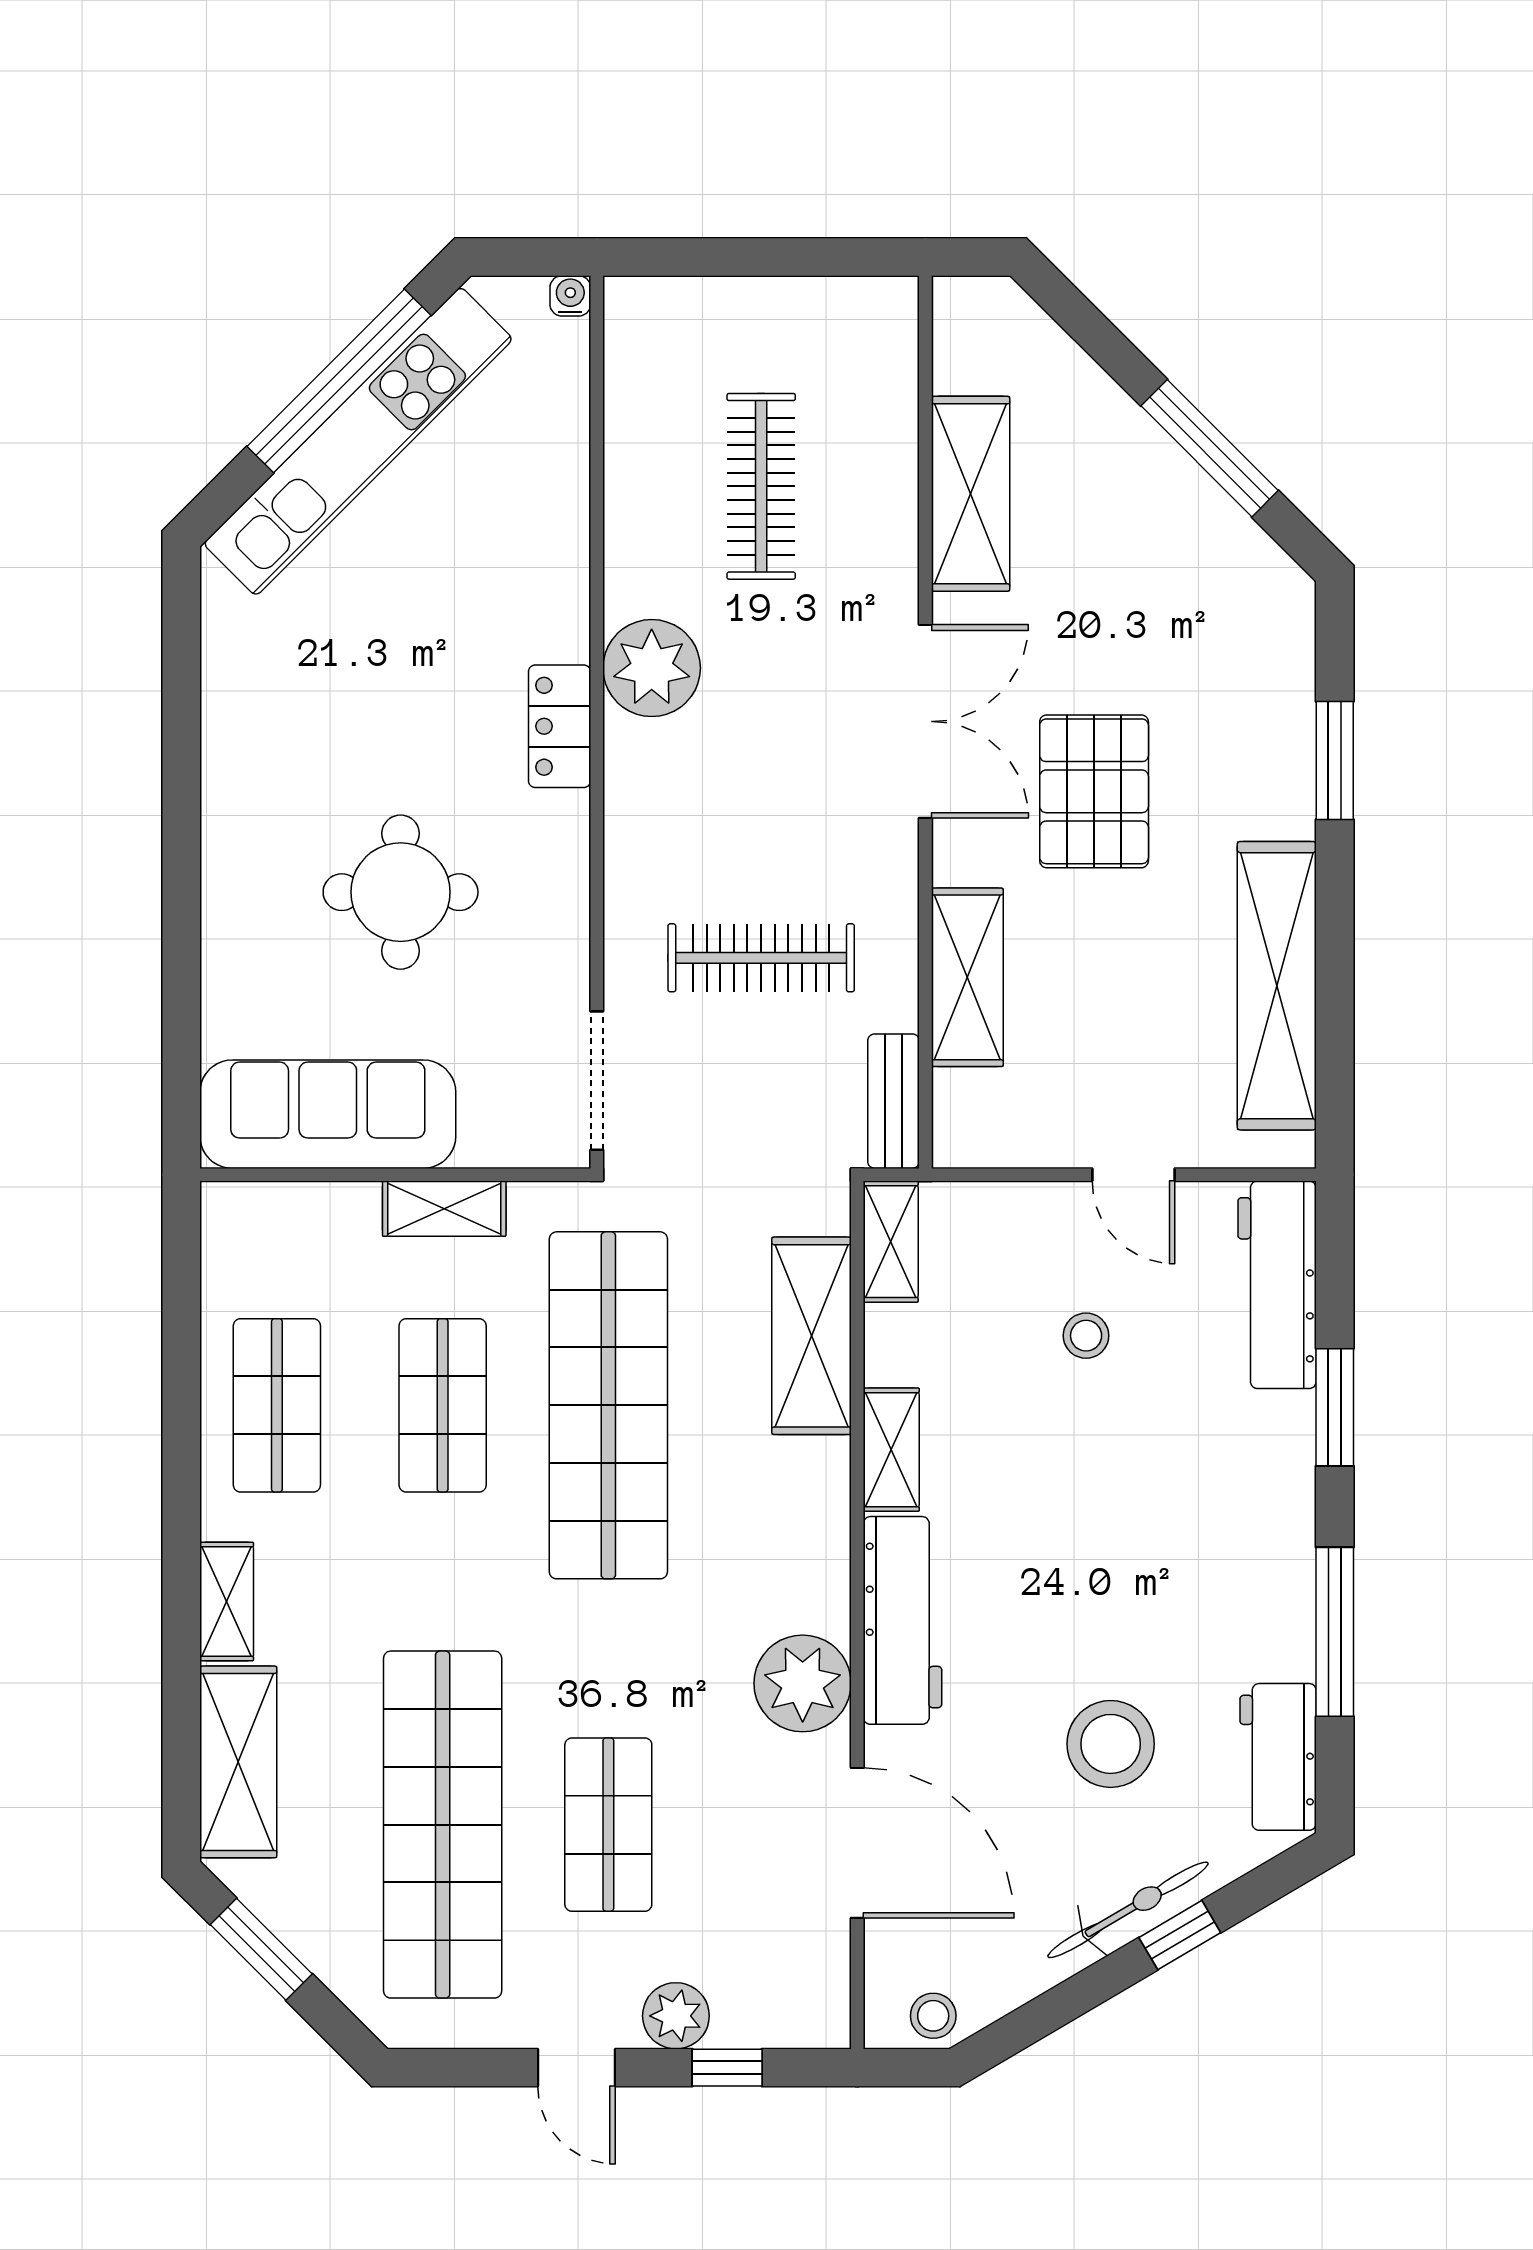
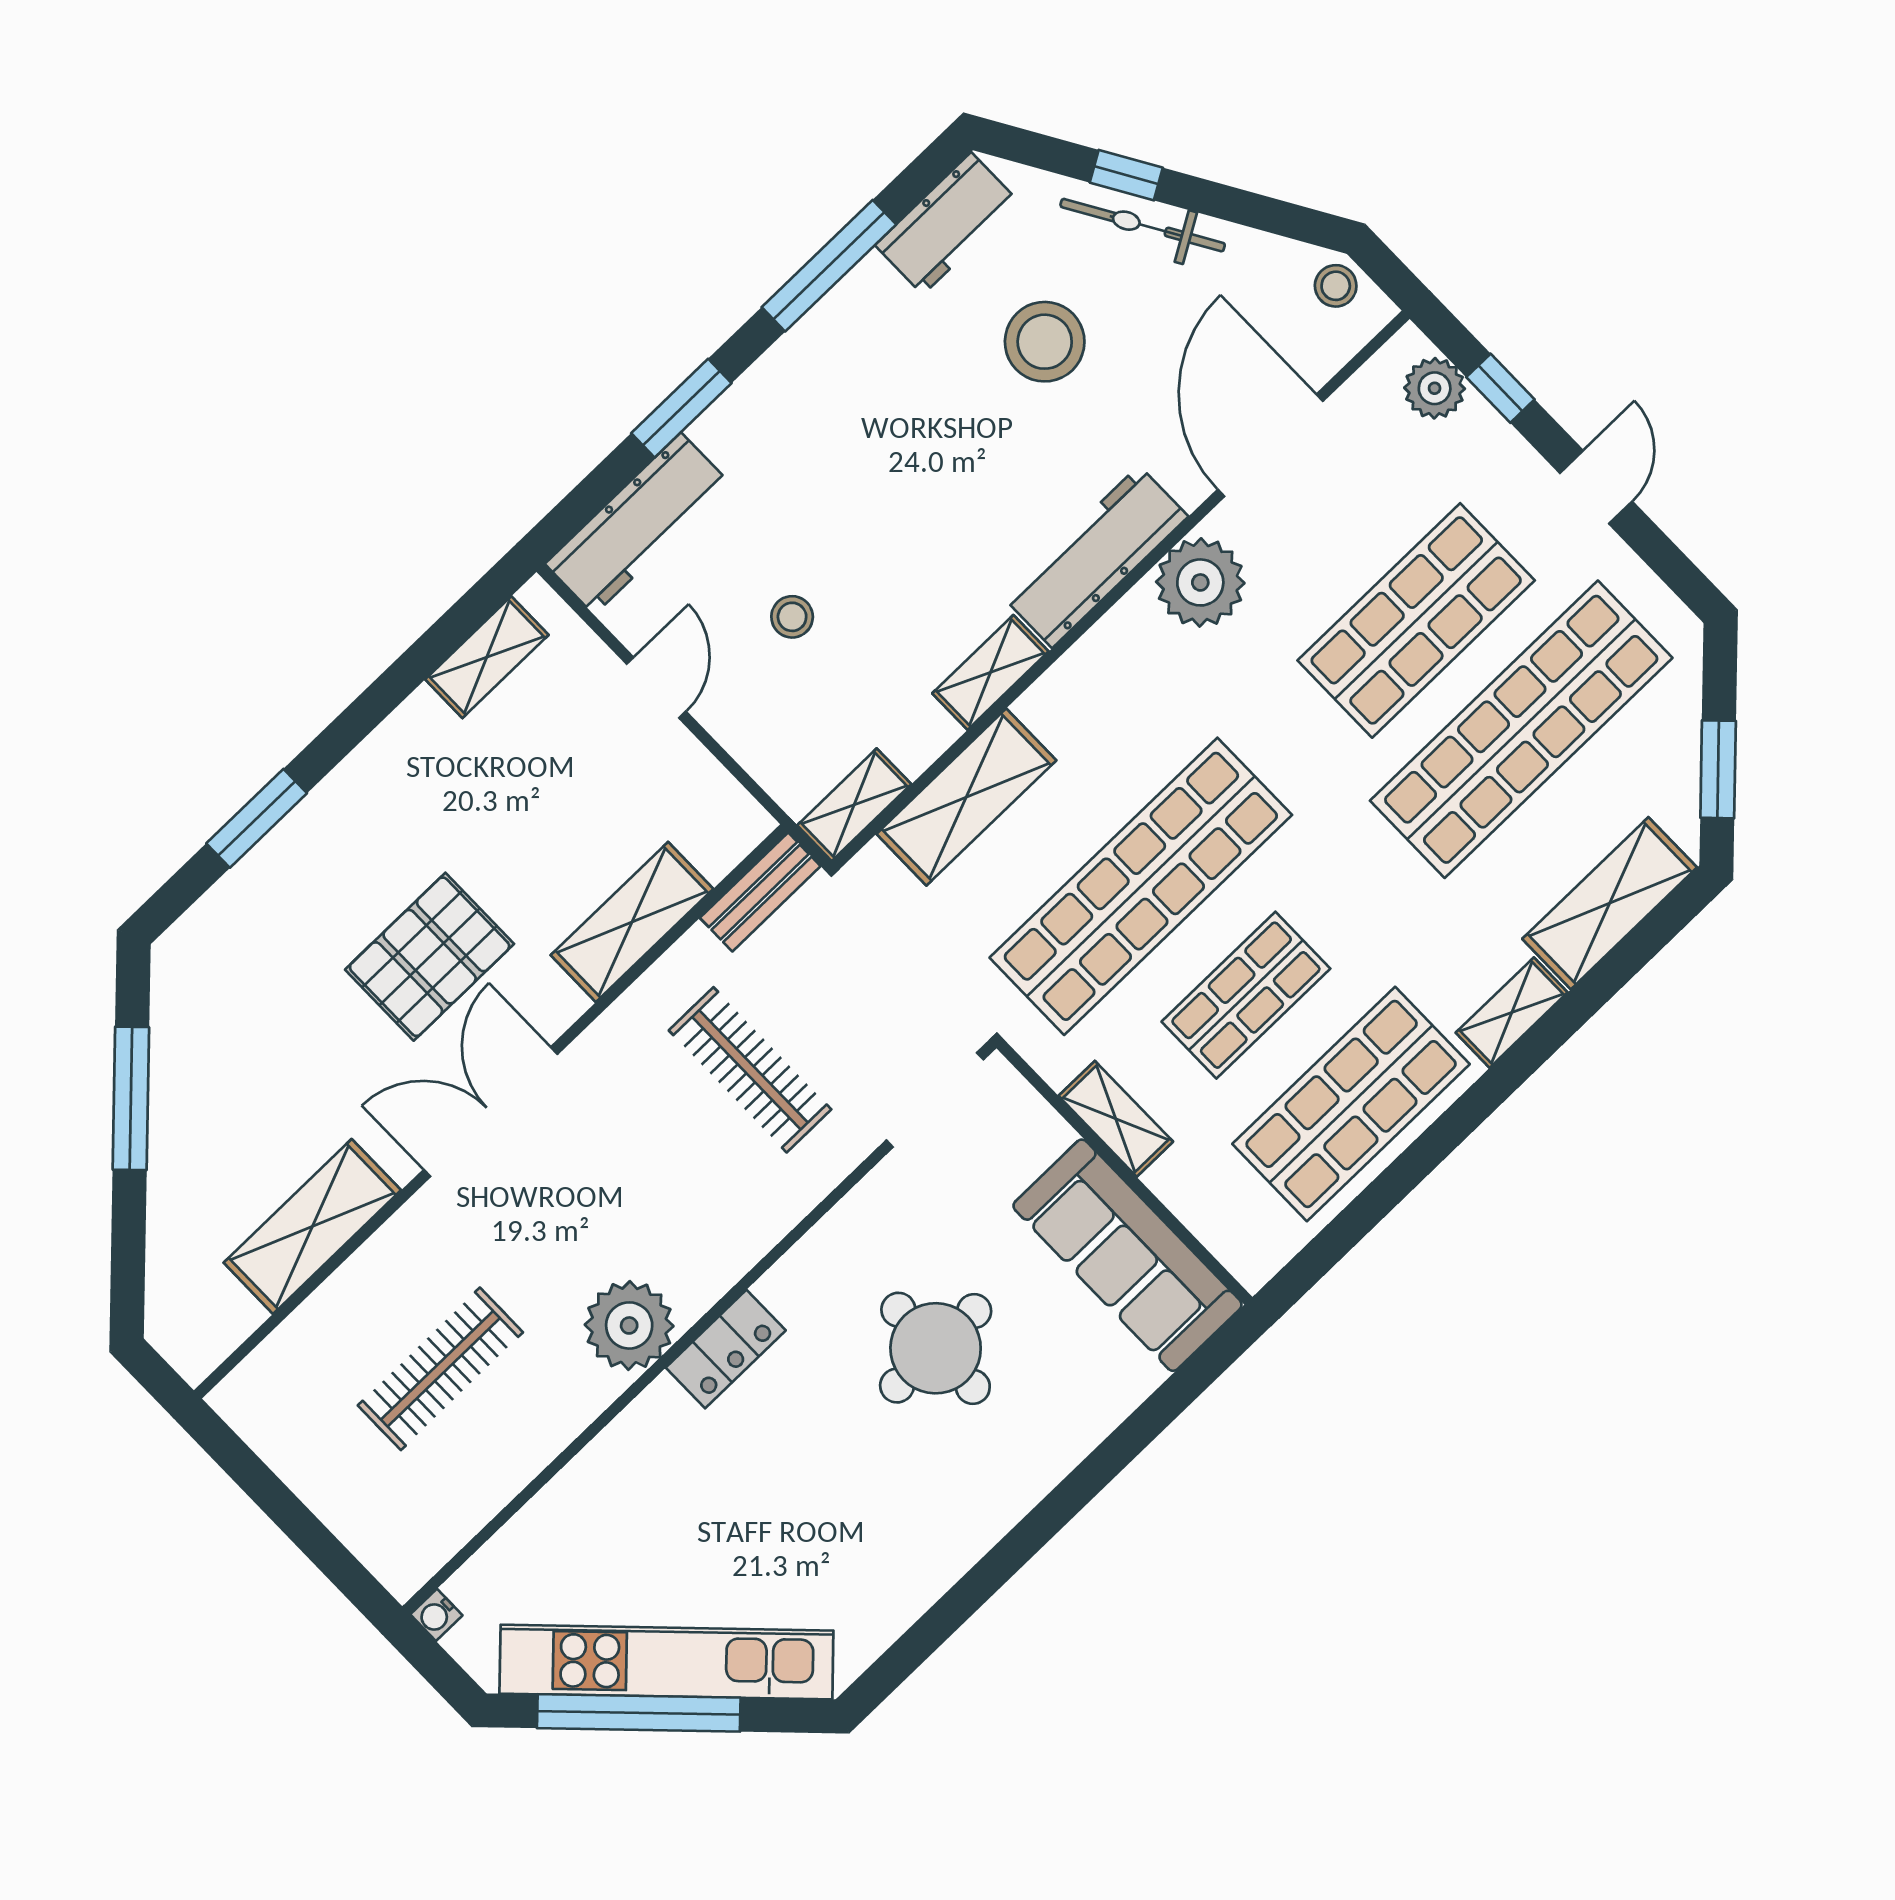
shelving: (1277, 986) -> (487, 657), width x0.45, depth x0.75
shop shelf: (277, 1405) -> (1351, 1104), width x1.43, depth x1.36
shop shelf: (608, 1825) -> (1416, 620), width x1.43, depth x1.36
plant: (676, 2016) -> (1435, 388), moved

